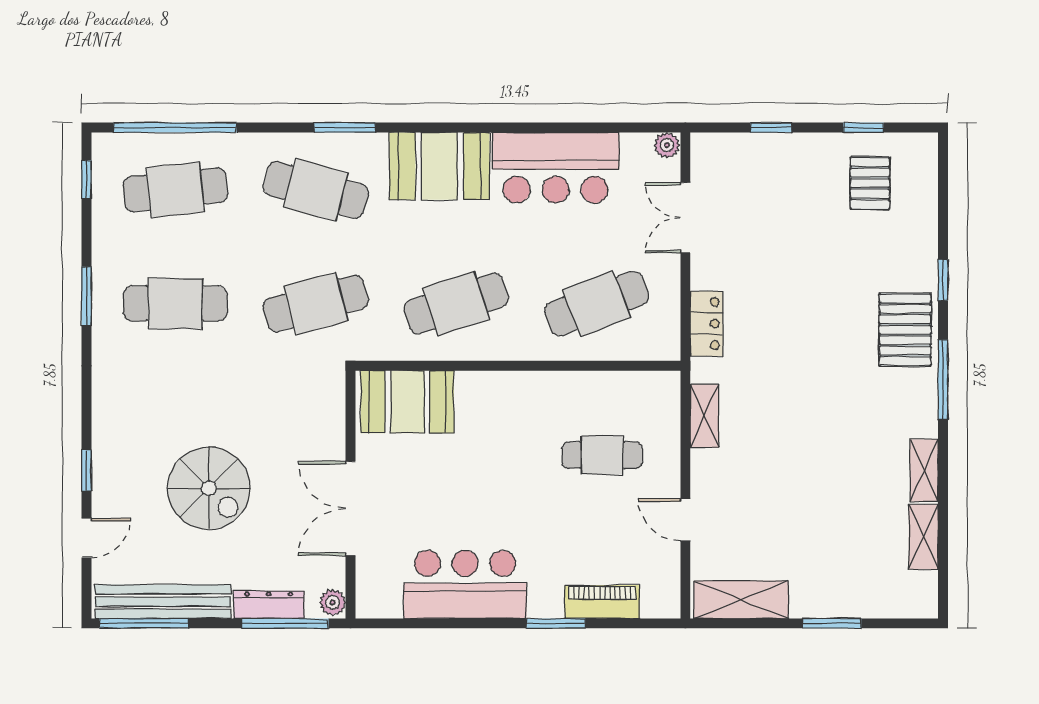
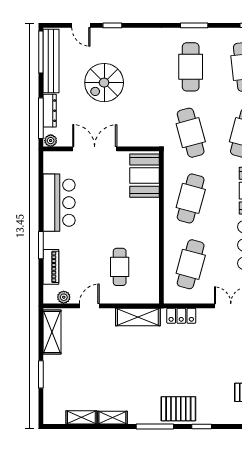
cafe table: (456, 304) -> (191, 198), turned 33
cafe table: (597, 304) -> (191, 264), turned 36
shelving: (704, 416) -> (138, 317), width x1.50, depth x1.33
plant: (667, 574) -> (64, 297), added

